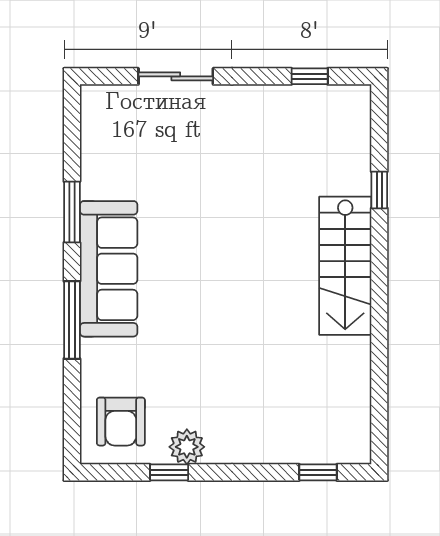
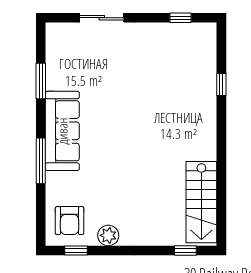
window: (72, 212) -> (41, 81), moved
stairs: (345, 266) -> (201, 202), moved
window: (169, 472) -> (76, 250), moved

